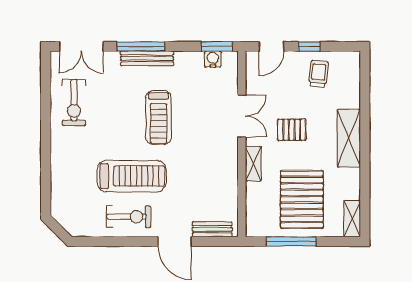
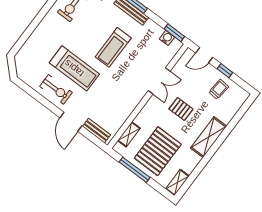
shelving: (253, 164) -> (129, 134), moved

